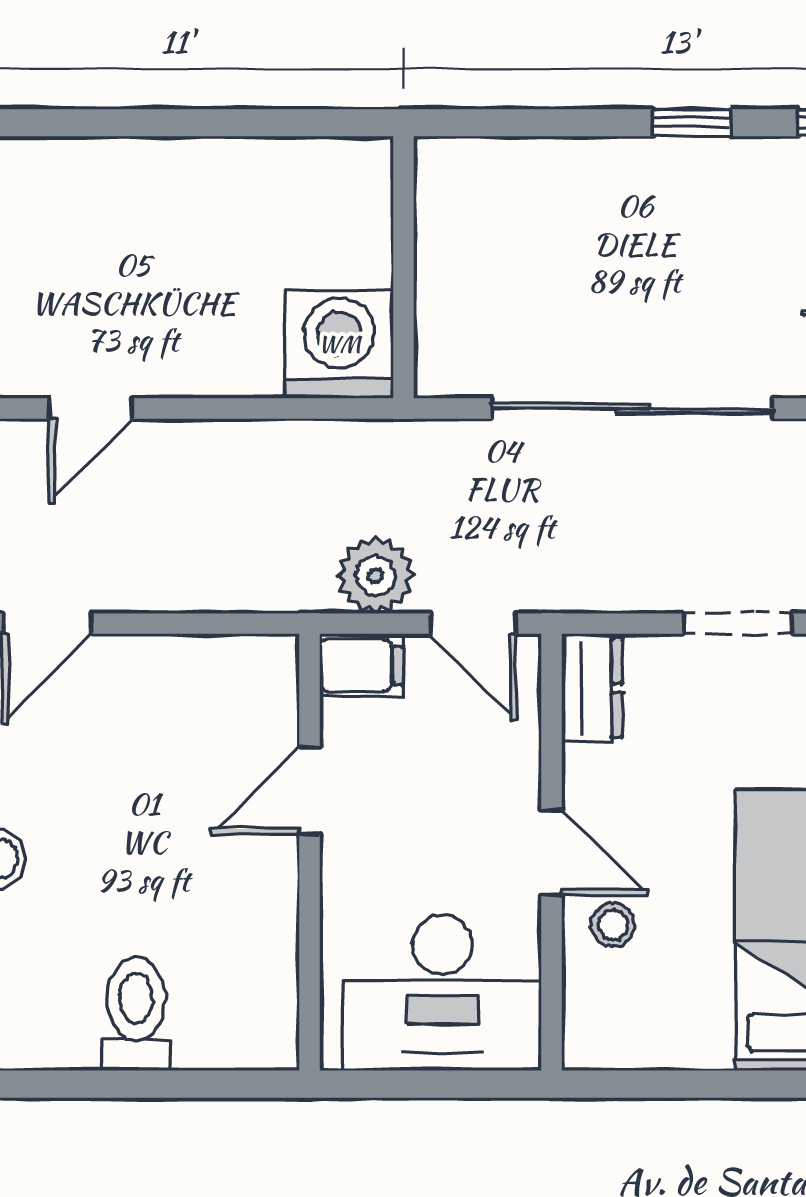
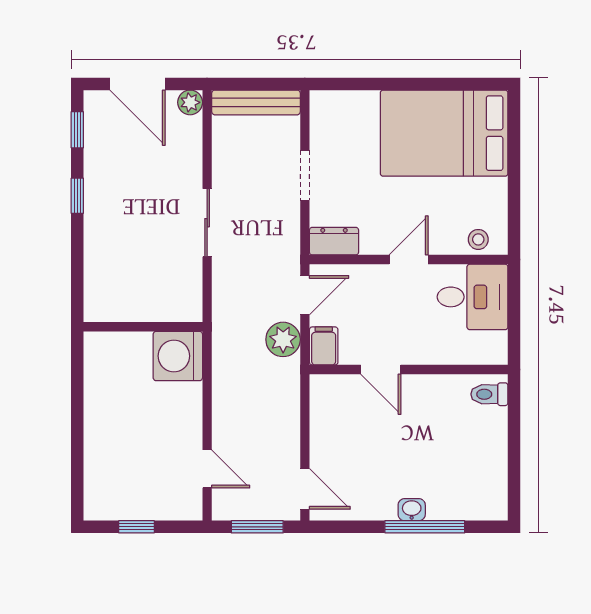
sliding door: (633, 408) -> (207, 223), width x0.54
stool: (613, 925) -> (478, 239), moved
desk: (442, 993) -> (473, 297), width x0.73
toilet: (136, 1014) -> (489, 394), moved, width x0.73, depth x0.72

